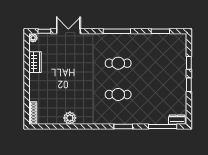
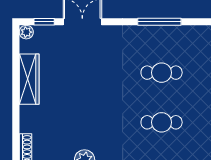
wardrobe: (35, 62) -> (29, 79), width x1.50

